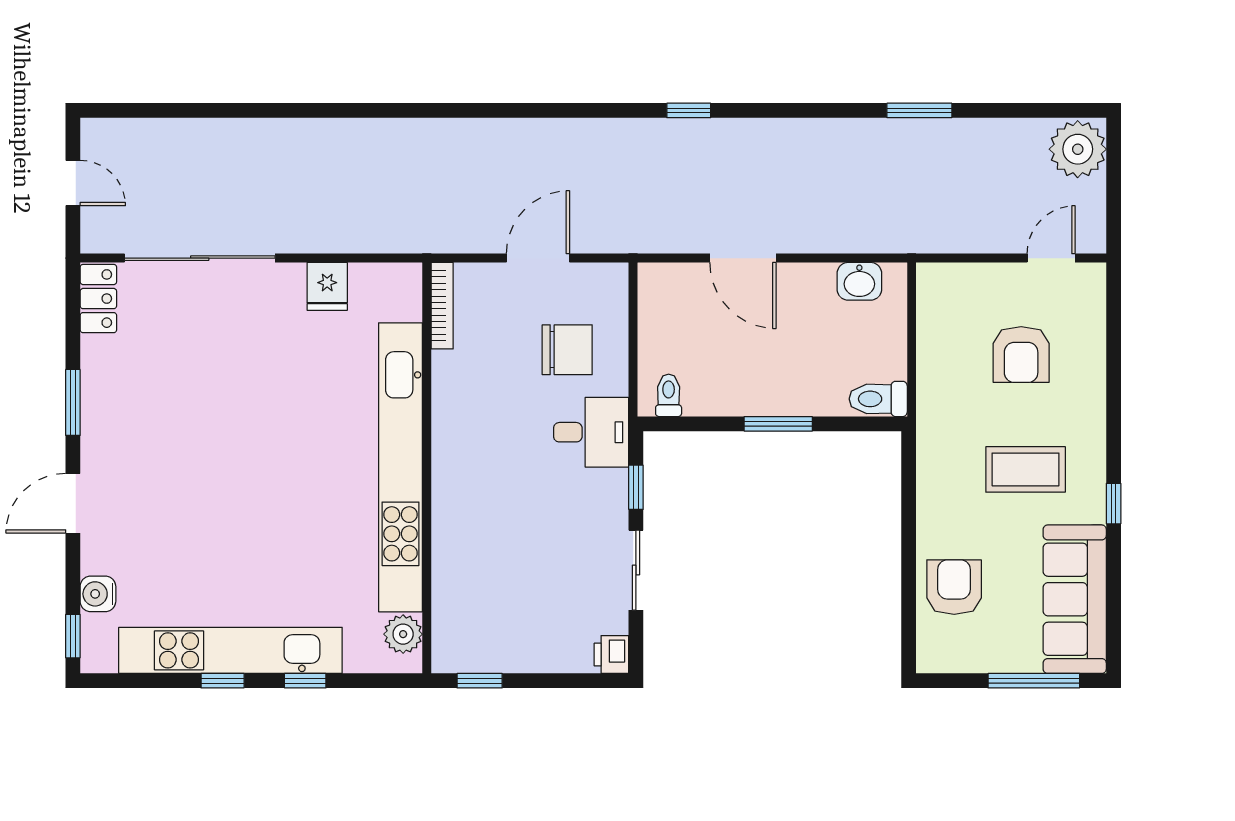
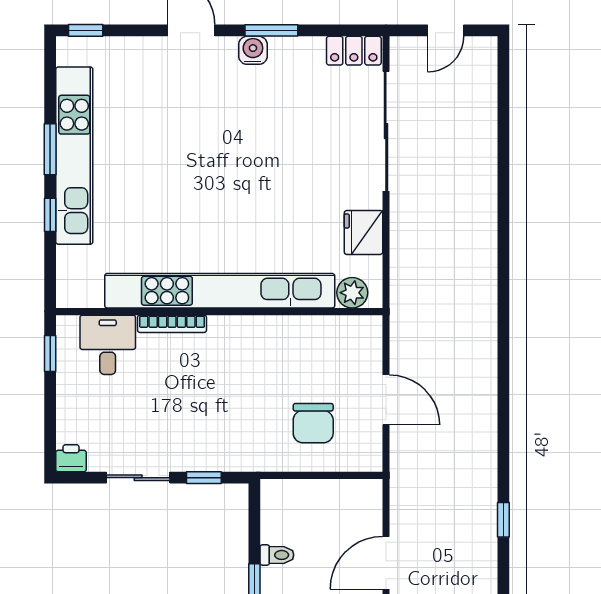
fridge: (327, 286) -> (364, 232), width x1.38
bookcase: (442, 306) -> (172, 324), moved
toilet: (669, 395) -> (277, 555), moved
desk: (591, 432) -> (108, 345), moved, turned 180
water cooler: (98, 594) -> (253, 50), moved
plant: (403, 634) -> (352, 293), moved
window: (223, 681) -> (50, 149), width x1.50

